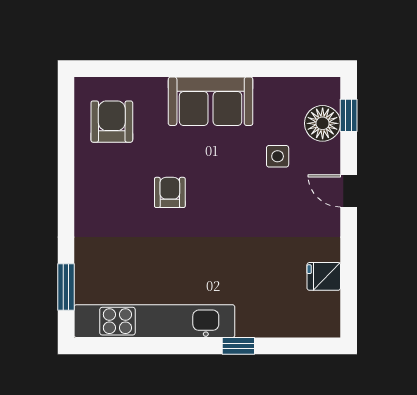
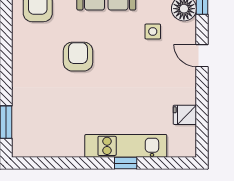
armchair: (170, 192) -> (78, 57), width x1.38, depth x1.38
kitchen unit: (154, 321) -> (126, 146), moved, width x0.73

